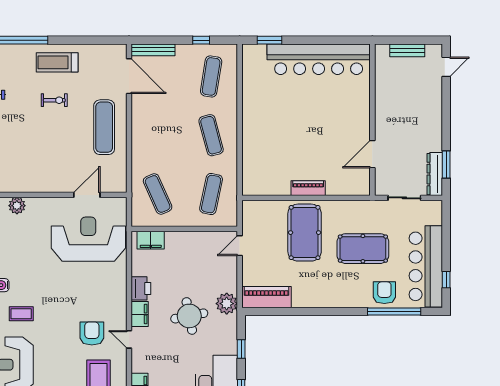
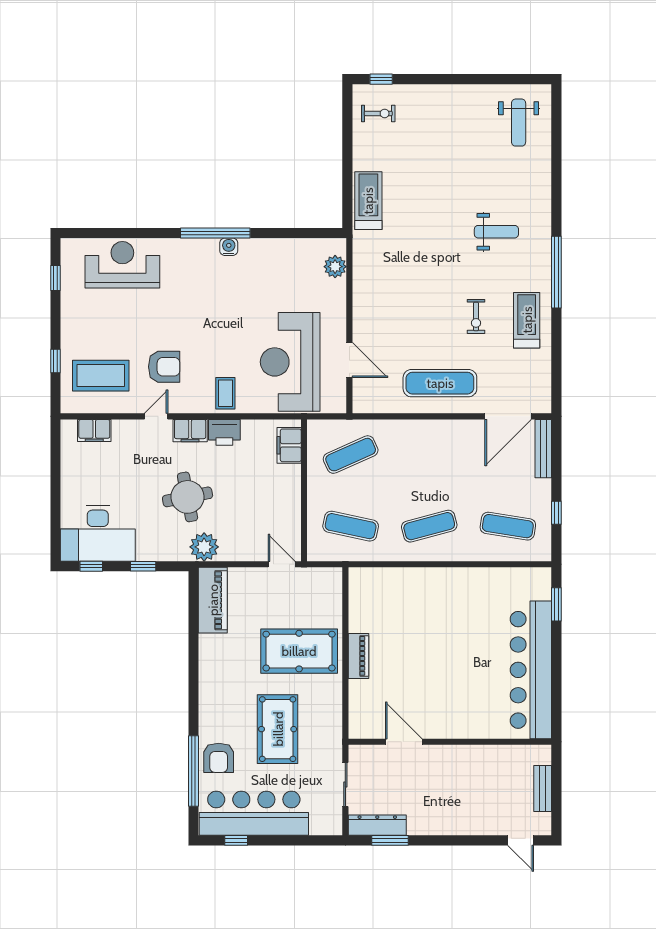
reception desk: (88, 239) -> (290, 362), turned 180
armchair: (384, 293) -> (219, 758), turned 90
coffee table: (21, 314) -> (225, 393), moved

